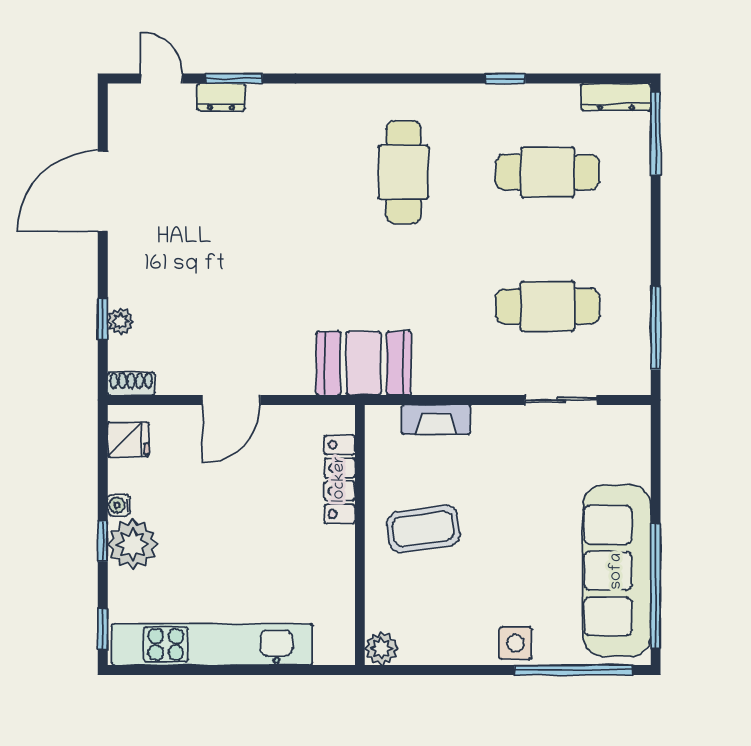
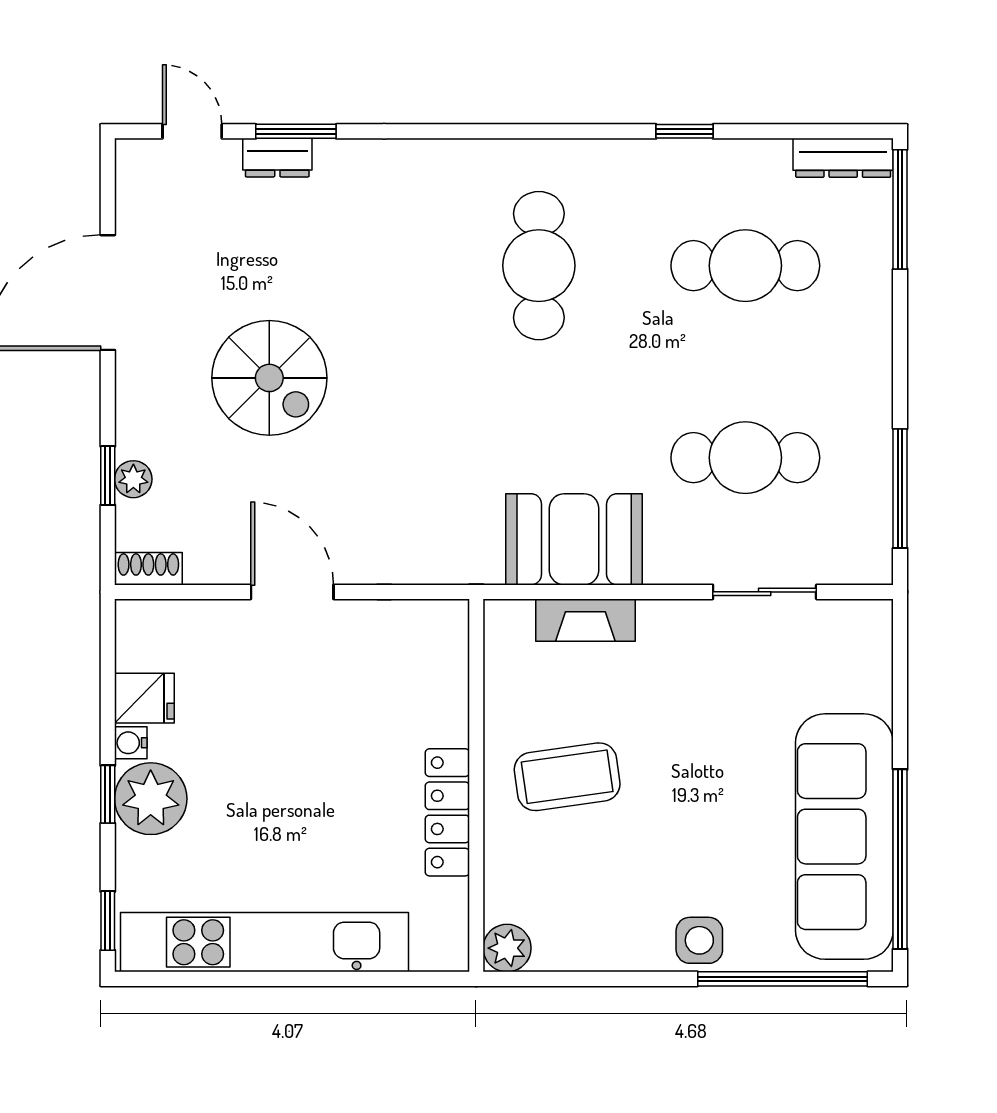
spiral stairs: (215, 251) -> (269, 378), added
booth: (364, 363) -> (574, 539), moved
door: (231, 400) -> (292, 592), swing flipped
fridge: (128, 439) -> (144, 698), moved
locker: (340, 479) -> (447, 812), moved

